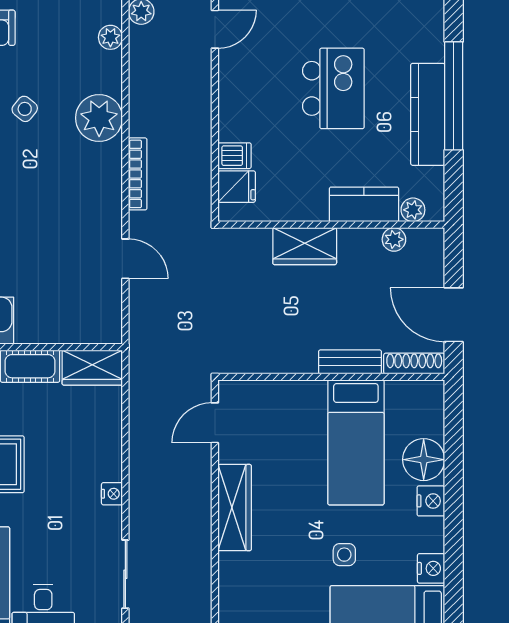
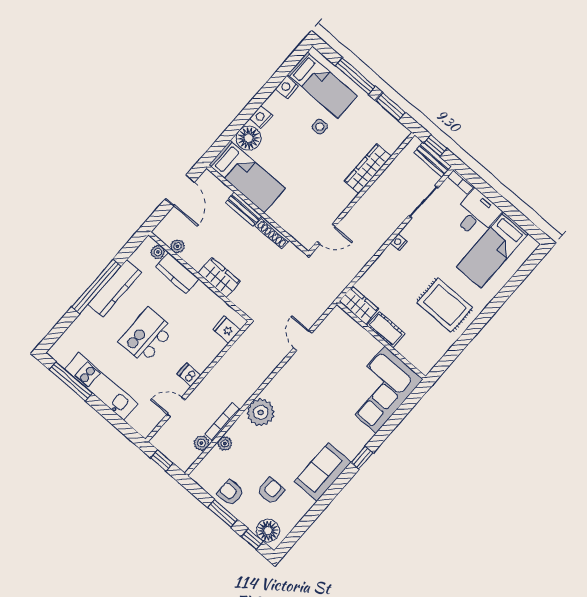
side table: (25, 109) -> (290, 445), removed
dishwasher: (235, 156) -> (189, 375), moved
bookcase: (138, 174) -> (223, 422), moved
shoe rack: (414, 364) -> (272, 233), moved
bed: (356, 442) -> (247, 177), moved, turned 90
wardrobe: (235, 508) -> (368, 169), moved

